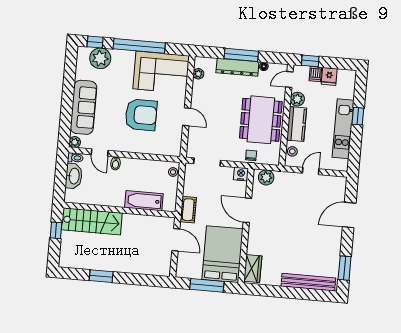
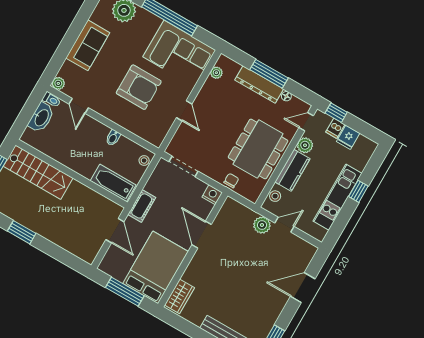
sofa: (84, 107) -> (88, 45), width x0.73
bidet: (116, 163) -> (113, 138), moved
plant: (266, 177) -> (262, 225), moved
bathtub: (144, 201) -> (113, 183), moved

